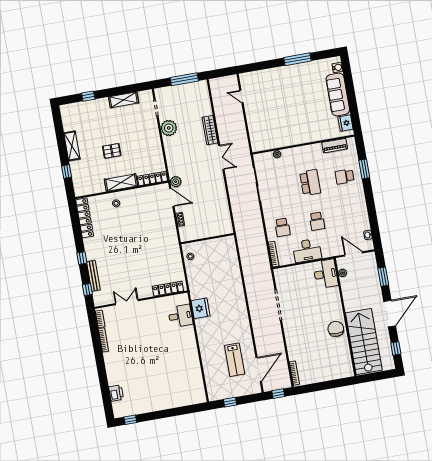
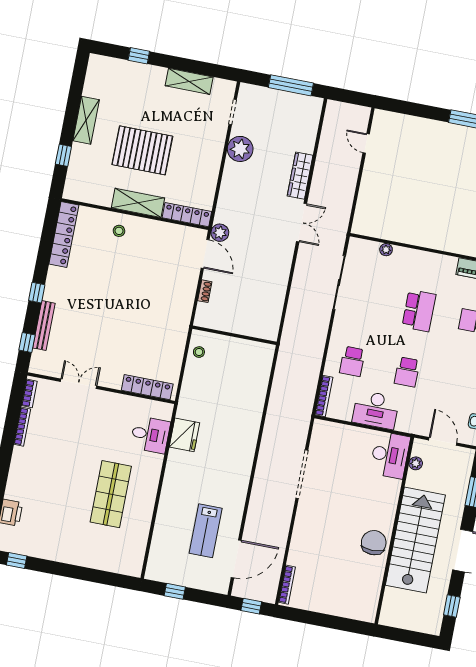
pallet: (112, 151) -> (142, 150), width x2.05, depth x2.00
stairs: (364, 342) -> (415, 540), moved
shop shelf: (171, 360) -> (111, 494), added

